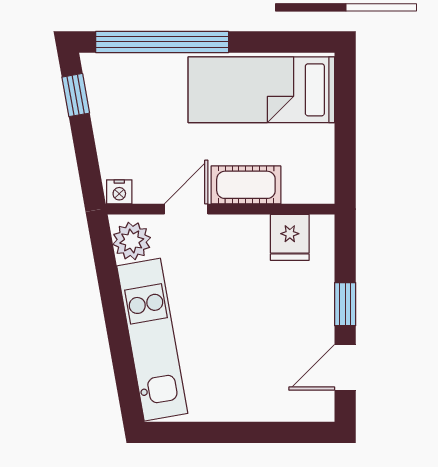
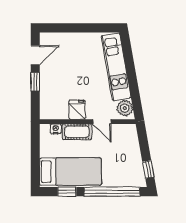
window: (270, 42) -> (67, 192), added
nightstand: (119, 192) -> (56, 129), moved
door: (186, 209) -> (102, 122), hinge flipped
fridge: (290, 237) -> (77, 110), moved

